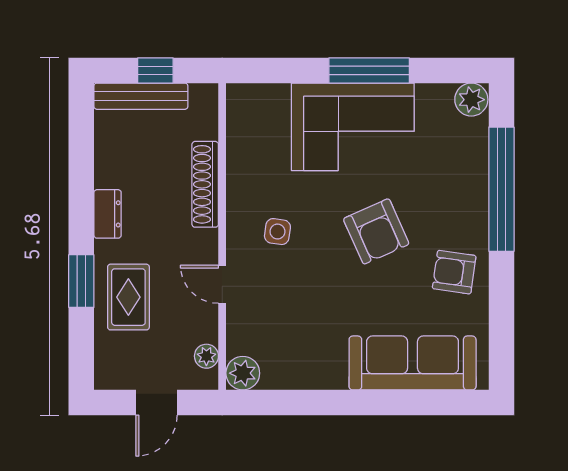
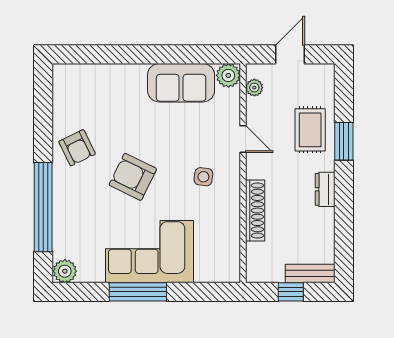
bench: (141, 96) -> (310, 274), width x0.73
armchair: (376, 231) -> (133, 177), turned -40
armchair: (454, 272) -> (77, 148), turned 56
sofa: (413, 363) -> (181, 83), moved, width x0.73

